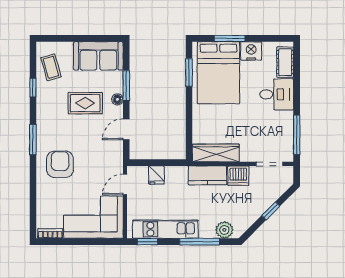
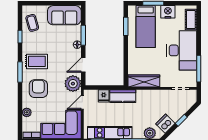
bed: (218, 73) -> (146, 27), width x0.67
desk: (277, 94) -> (182, 50), width x1.87, depth x1.30
rug: (85, 103) -> (37, 61), moved
plant: (111, 157) -> (73, 84), added
kitchen counter: (207, 175) -> (123, 96), moved
dishwasher: (238, 176) -> (165, 124), moved, turned 135
plant: (43, 199) -> (27, 112), added

